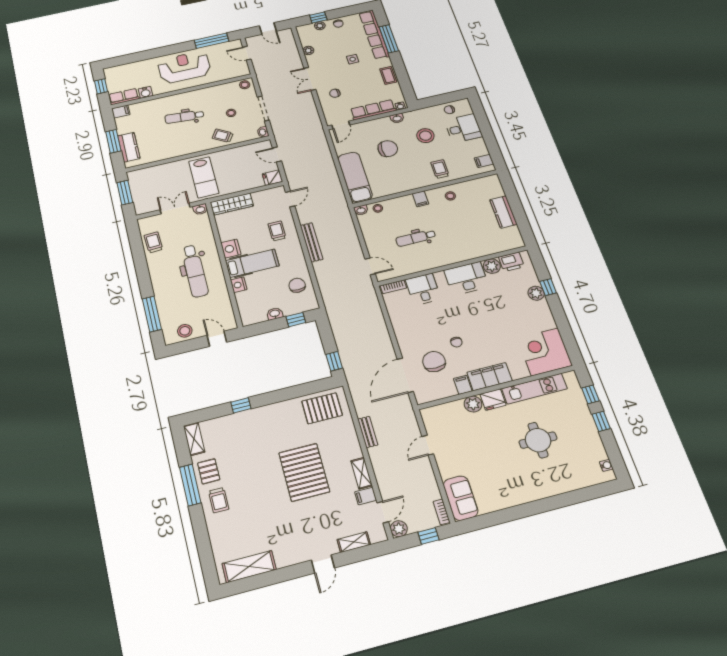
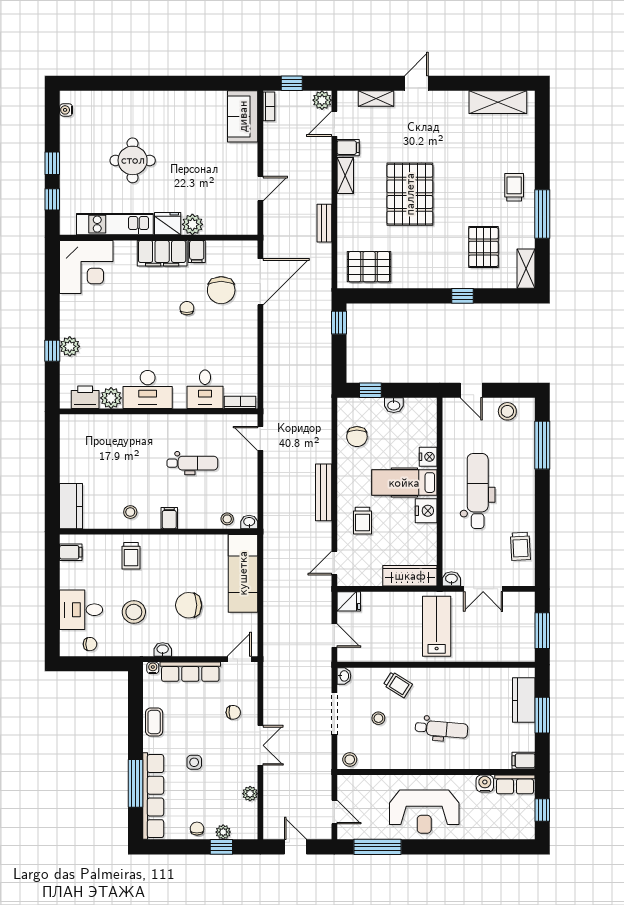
kitchen counter: (503, 212) -> (71, 506), moved
pallet: (209, 471) -> (483, 247), moved, width x1.50, depth x1.42

